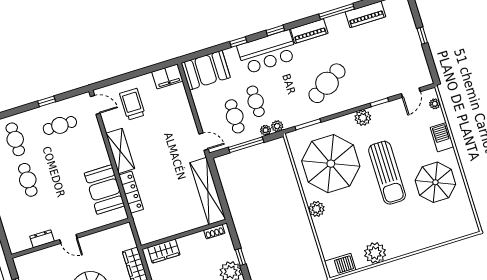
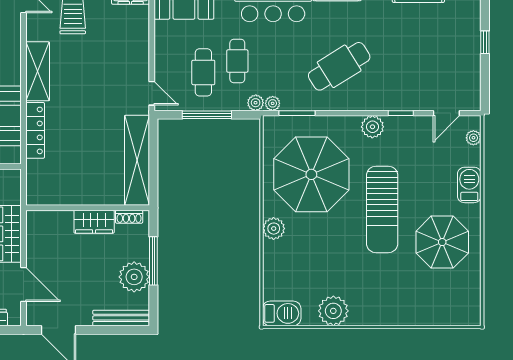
plant: (266, 130) -> (273, 103), moved
wardrobe: (164, 251) -> (94, 222), moved
window: (240, 257) -> (153, 261), width x2.17

